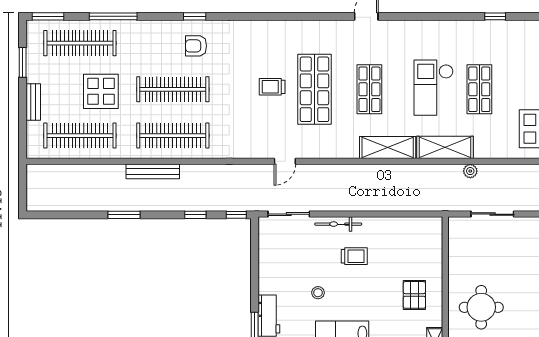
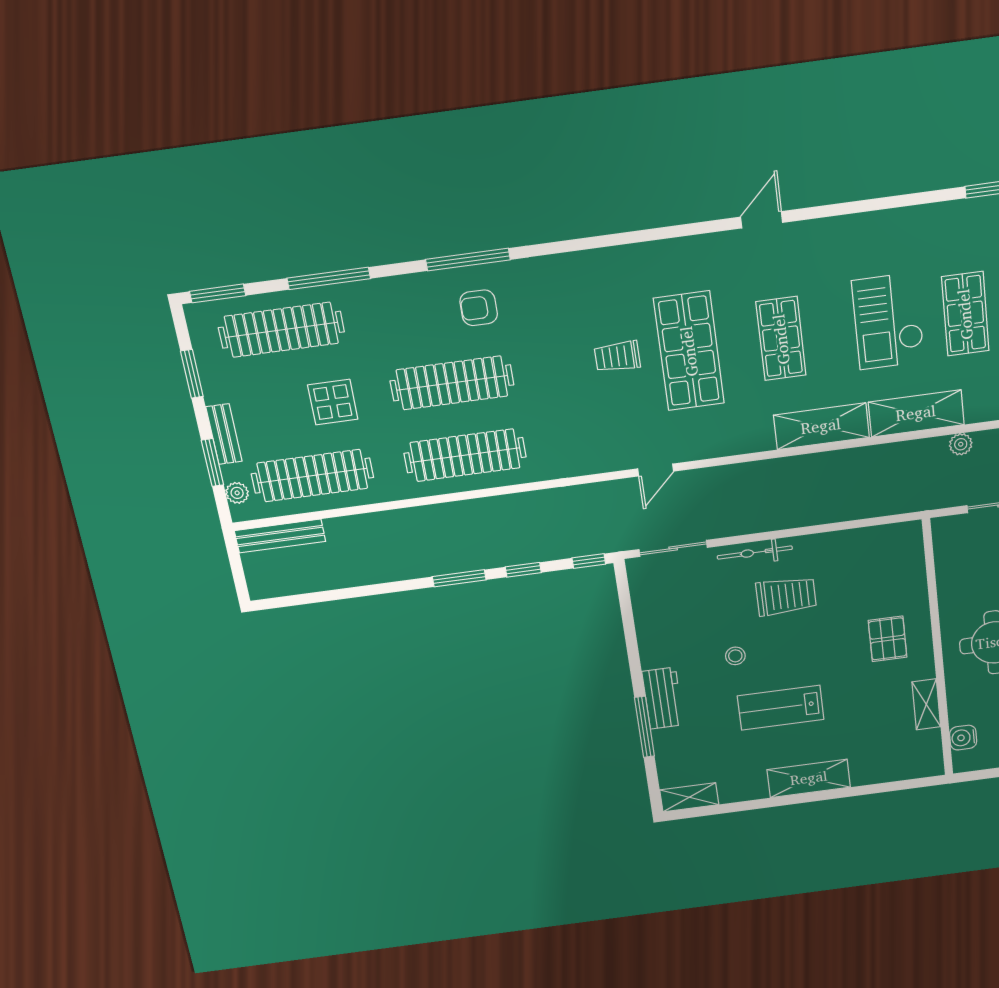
window: (195, 16) -> (468, 260), width x2.17
display table: (101, 91) -> (333, 402), width x0.73, depth x0.73
window: (23, 119) -> (212, 463), added
plant: (33, 140) -> (237, 493), added
bench: (153, 171) -> (280, 536), moved
window: (124, 215) -> (459, 578), moved
trolley: (354, 256) -> (786, 596), width x1.36, depth x1.39

